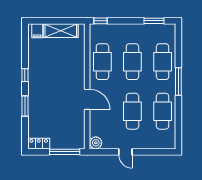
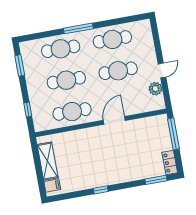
window: (100, 21) -> (28, 110), moved
window: (25, 106) -> (156, 180), moved
plant: (96, 143) -> (155, 89), moved

